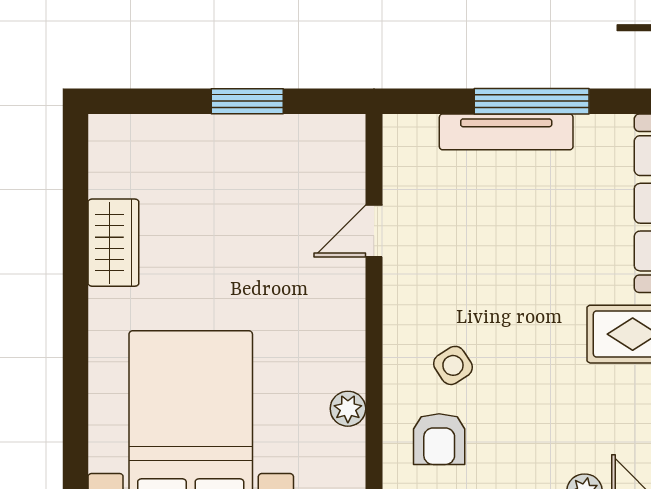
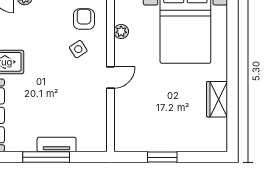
tv unit: (506, 132) -> (57, 144), width x0.71
door: (374, 231) -> (111, 78), moved

